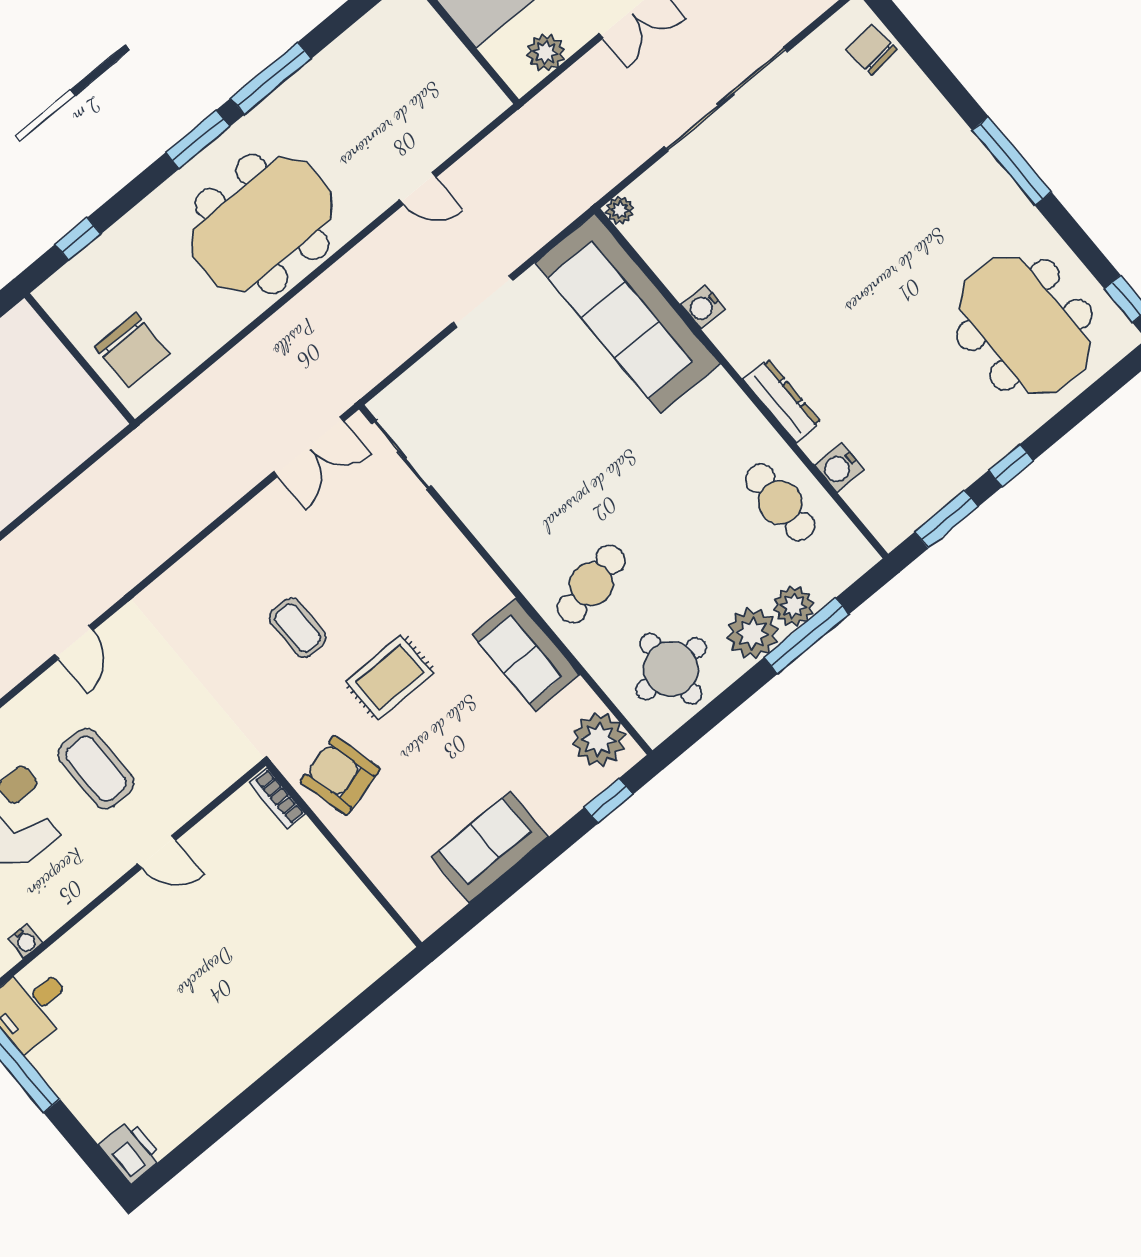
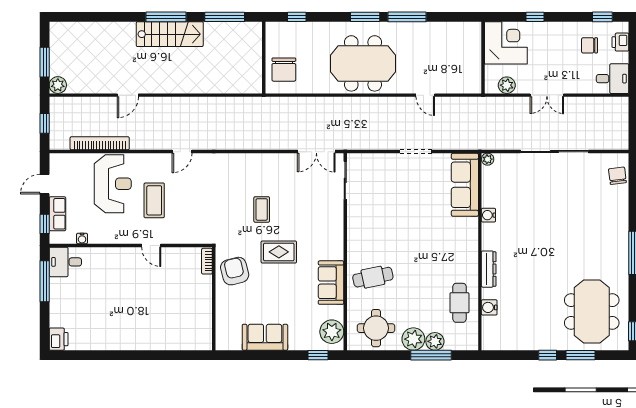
sofa: (628, 313) -> (465, 185), width x0.74, depth x0.79
window: (946, 519) -> (580, 355), moved

